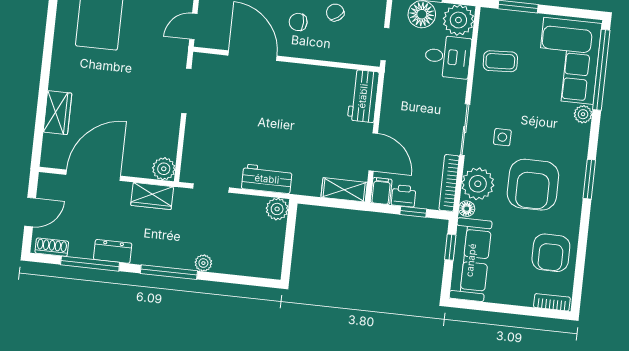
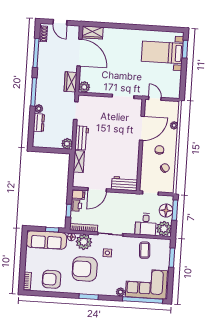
wardrobe: (58, 113) -> (92, 32), moved
shelving: (344, 190) -> (79, 162), moved
dresser: (113, 251) -> (39, 123), moved

